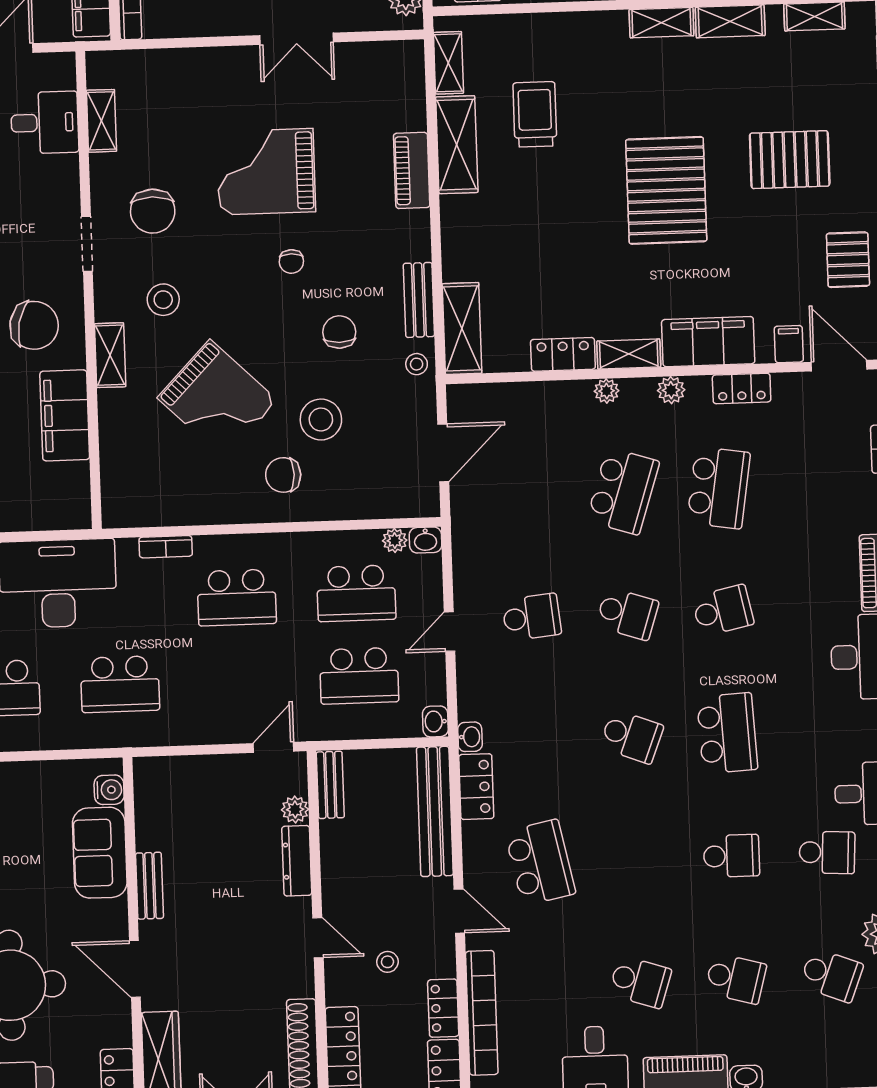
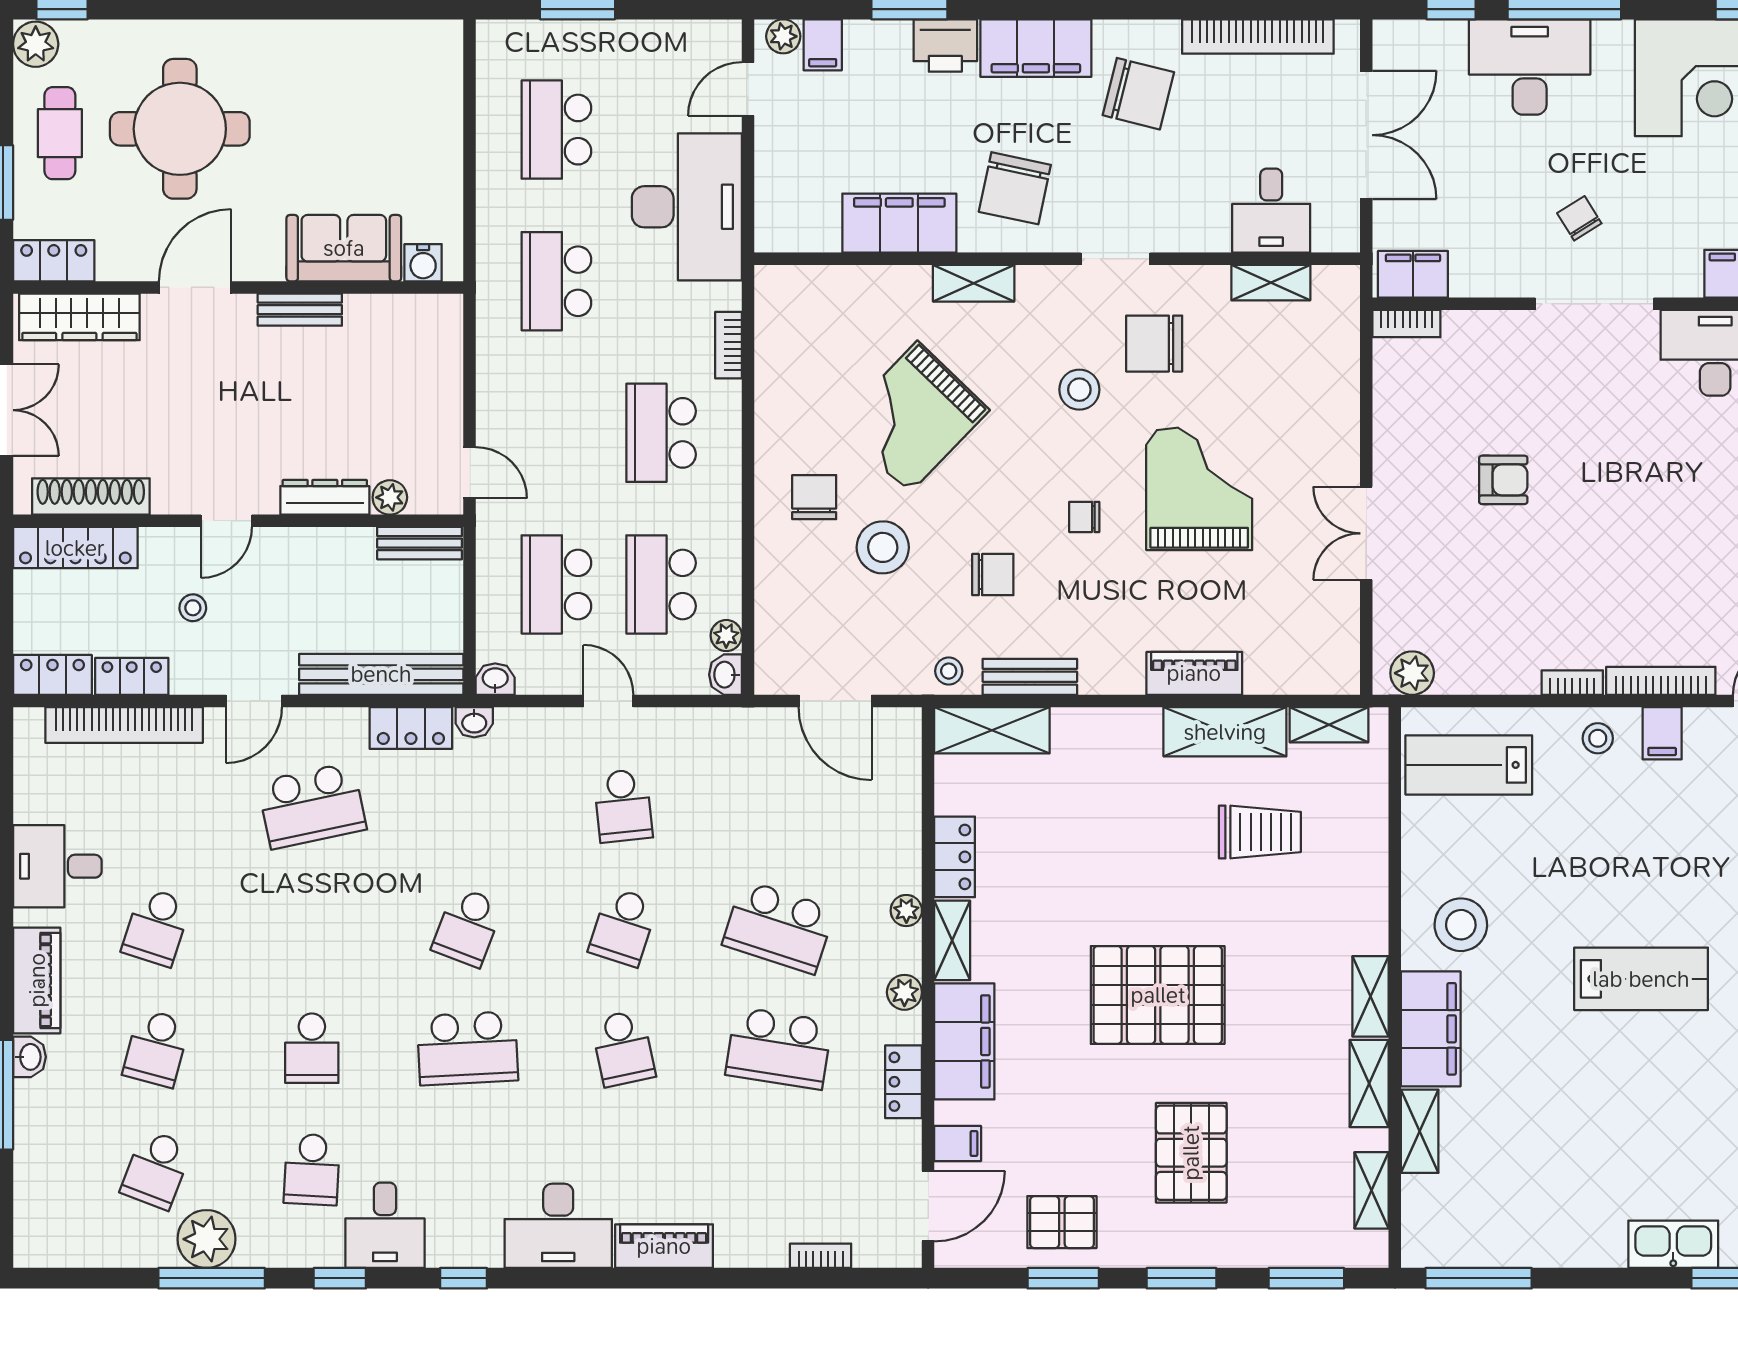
stool: (163, 300) -> (1079, 390), moved

